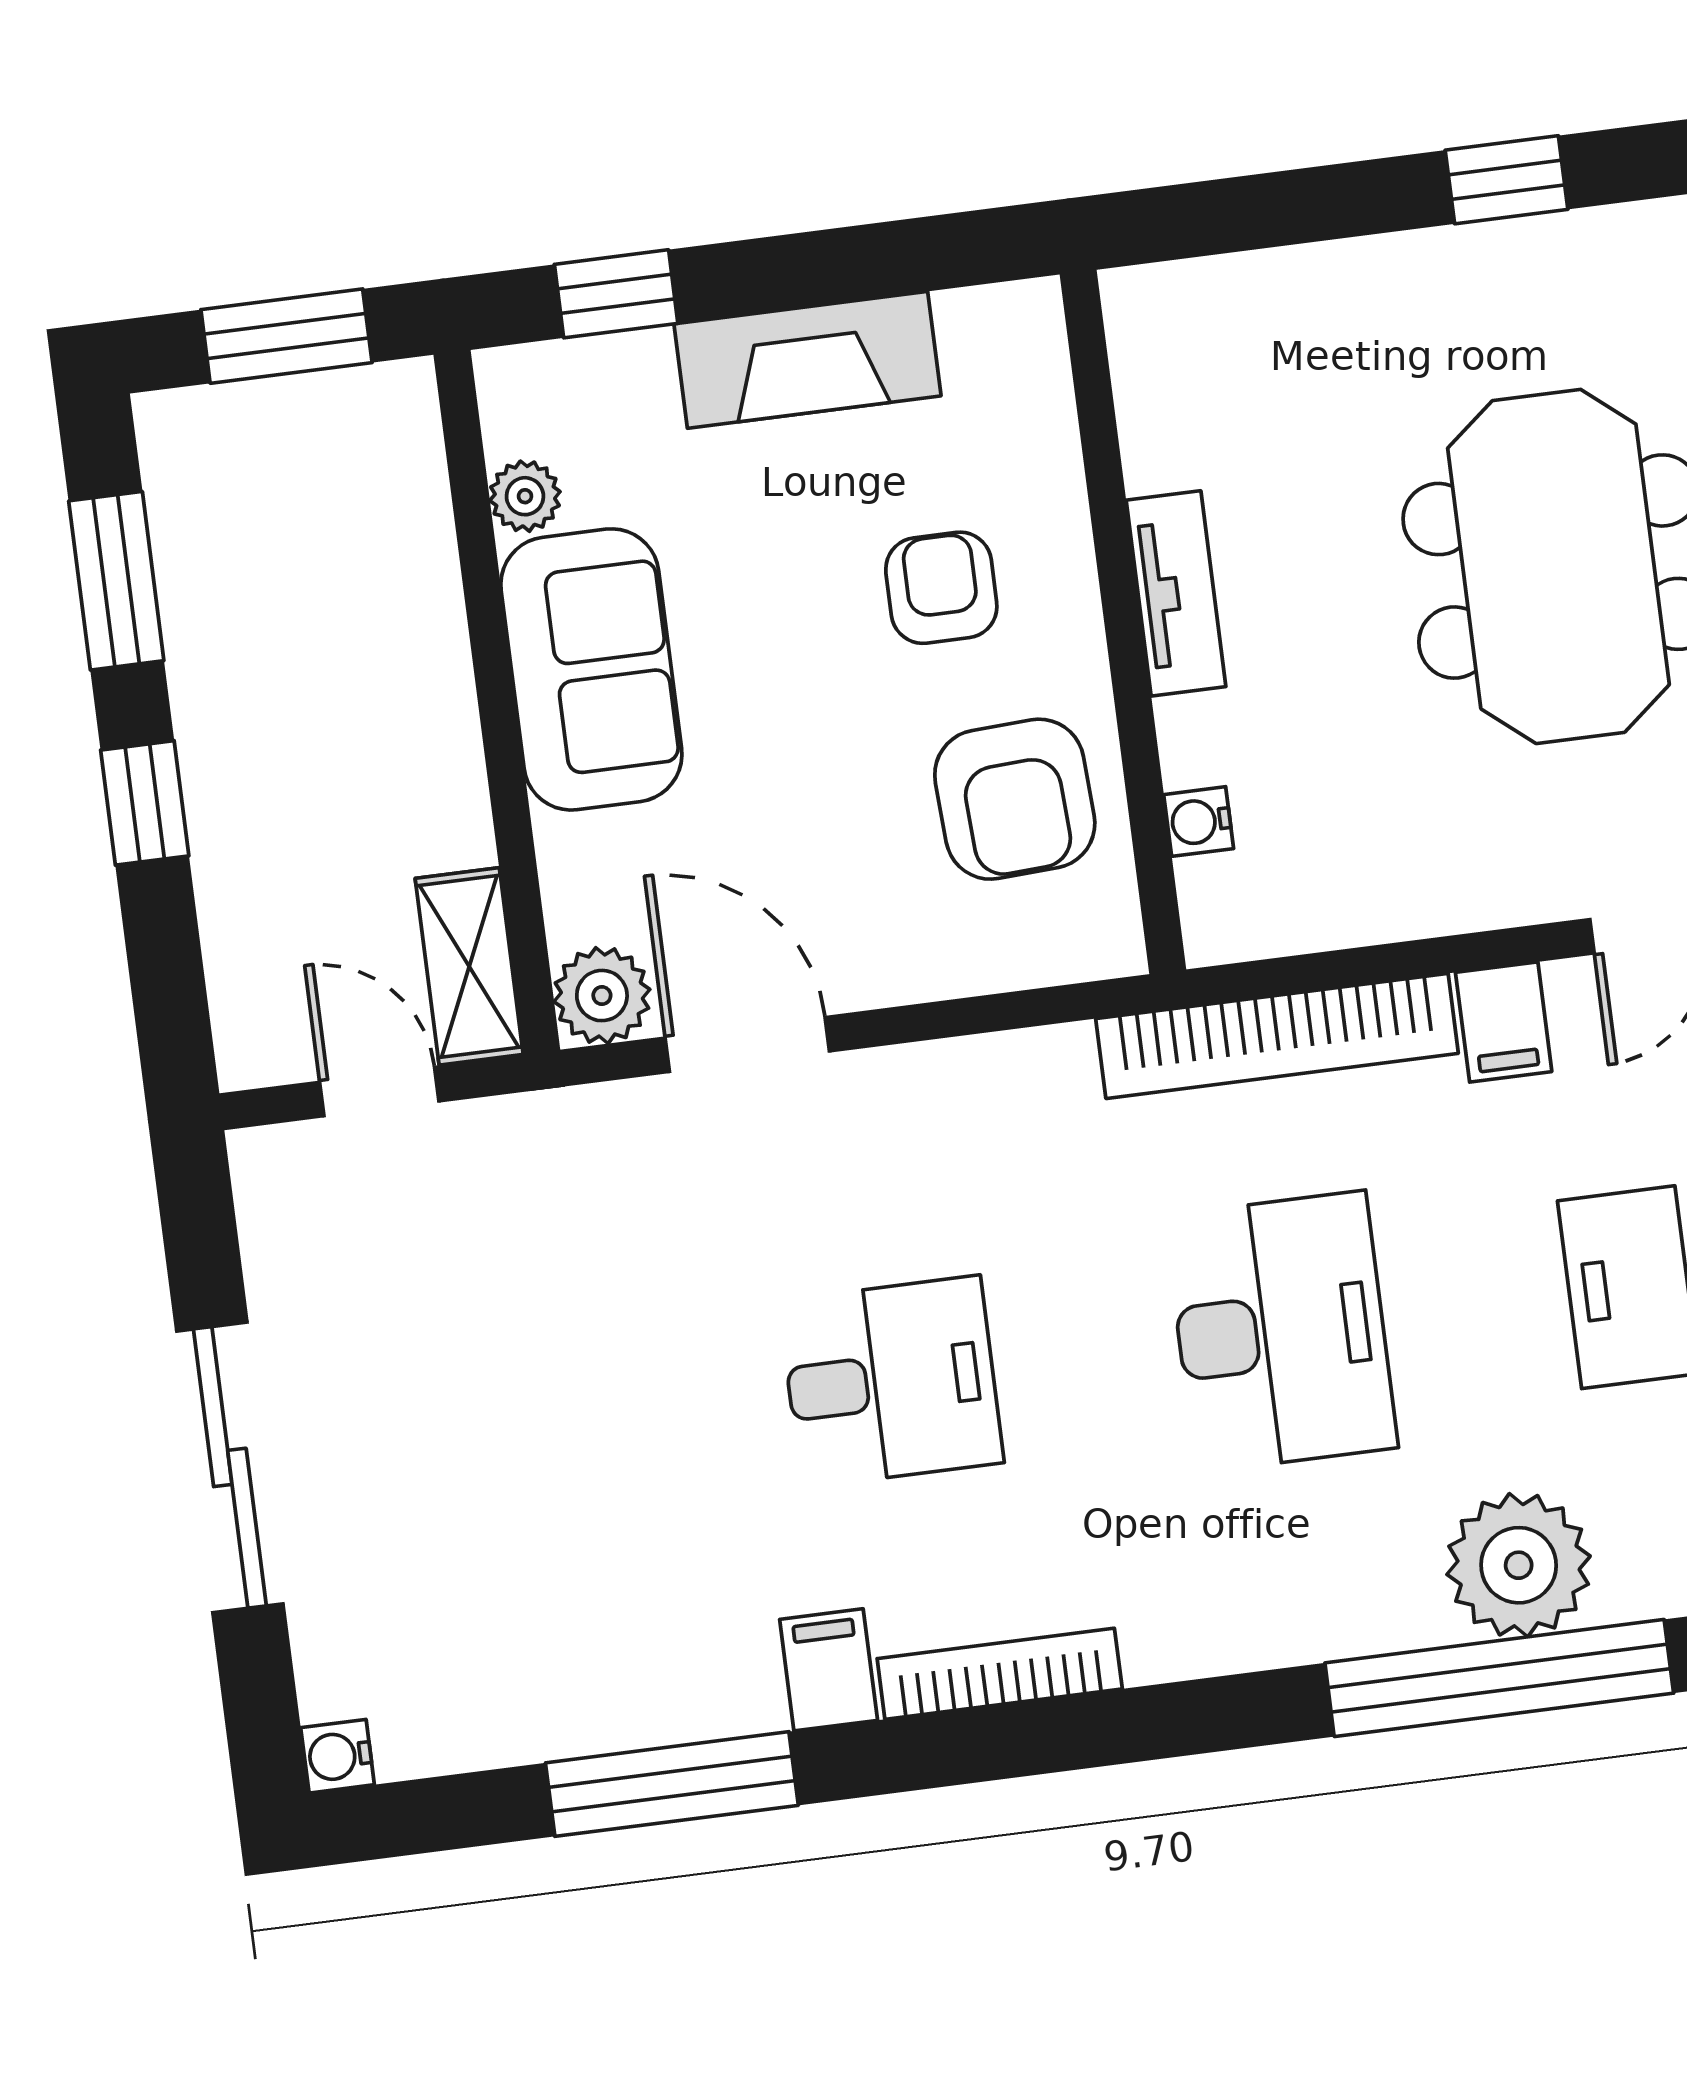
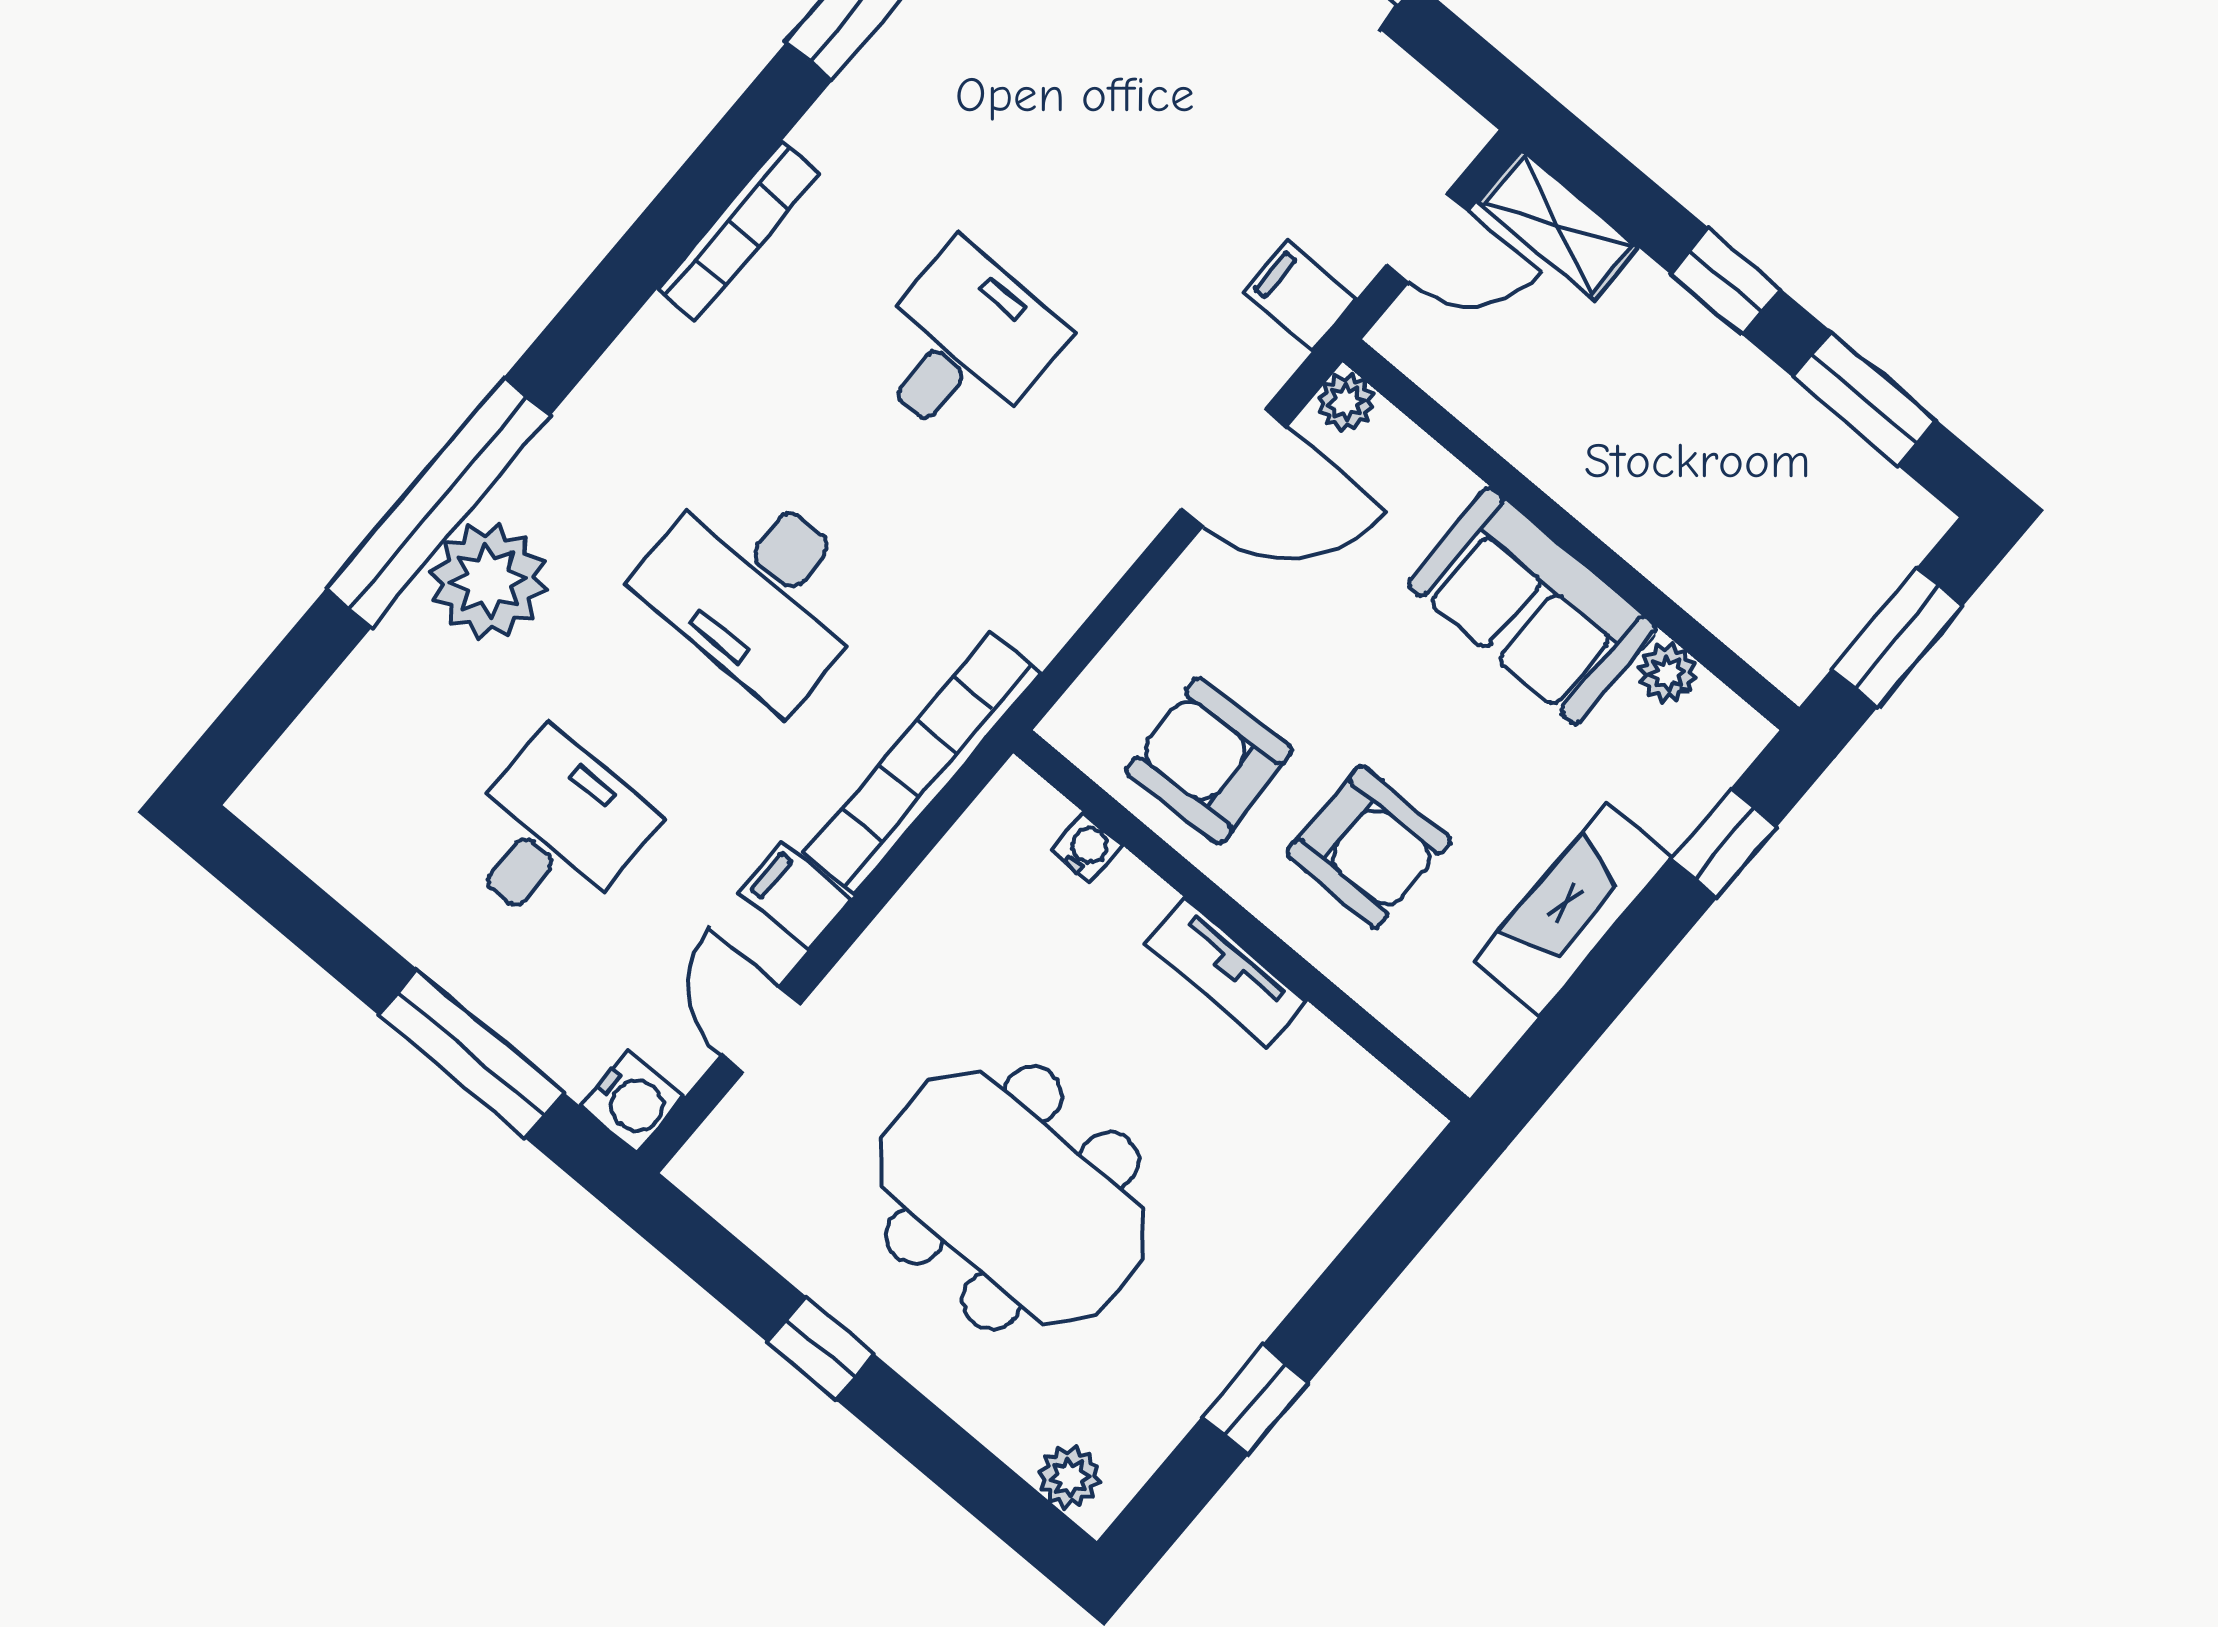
armchair: (941, 588) -> (1369, 847), width x1.38, depth x1.38
shelving: (469, 966) -> (1558, 225), moved
plant: (602, 996) -> (1346, 402), width x0.73, depth x0.73
desk: (891, 1382) -> (963, 346), turned 180
filing cabinet: (829, 1670) -> (1300, 296), moved, turned 180

